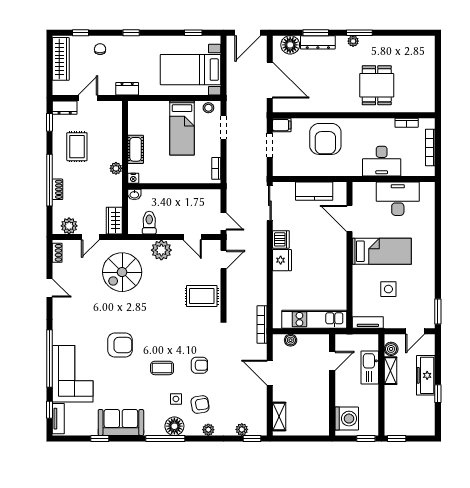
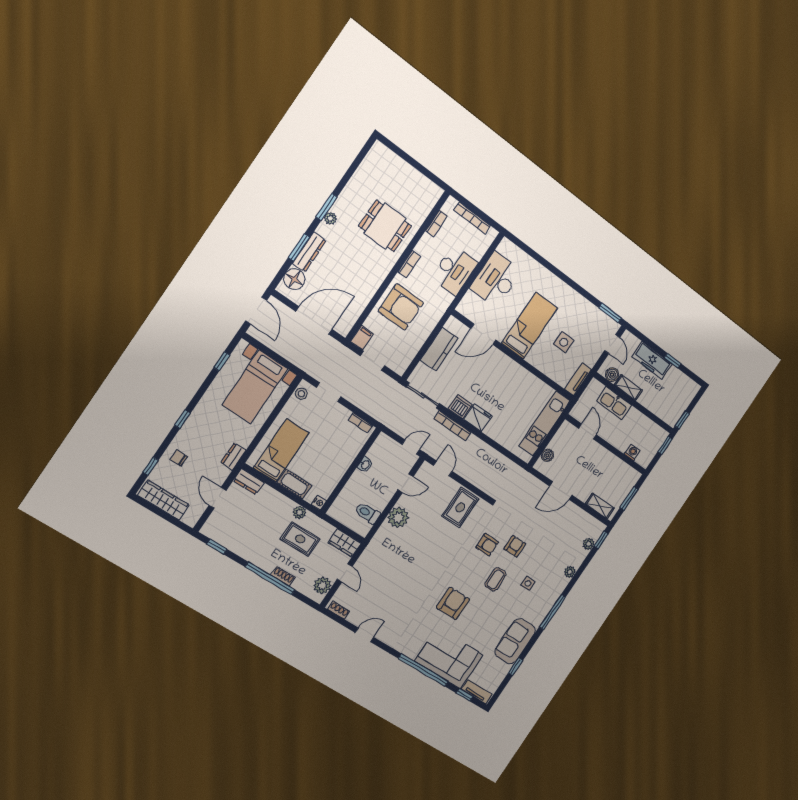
dresser: (65, 108) -> (249, 482), moved, turned 90
bookcase: (362, 123) -> (409, 264), added
bed: (182, 128) -> (281, 451), moved, turned -90
rug: (77, 147) -> (300, 539), moved
washbasin: (134, 194) -> (365, 465), moved
spiral stairs: (122, 272) -> (394, 564), removed
bookcase: (262, 324) -> (453, 426), moved
armchair: (200, 404) -> (487, 545), moved, turned 99
washing machine: (347, 419) -> (632, 452), width x0.53, depth x0.53
floor lamp: (174, 426) -> (548, 598), removed
window: (302, 438) -> (629, 499), added

